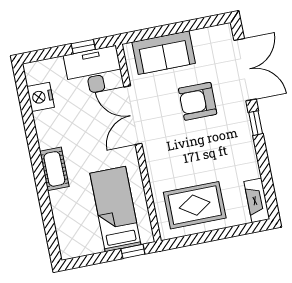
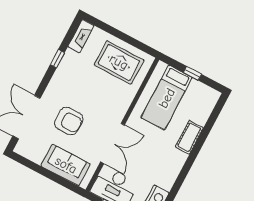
window: (256, 123) -> (57, 59), moved
cot: (54, 169) -> (189, 137), moved
window: (133, 251) -> (192, 73), moved

